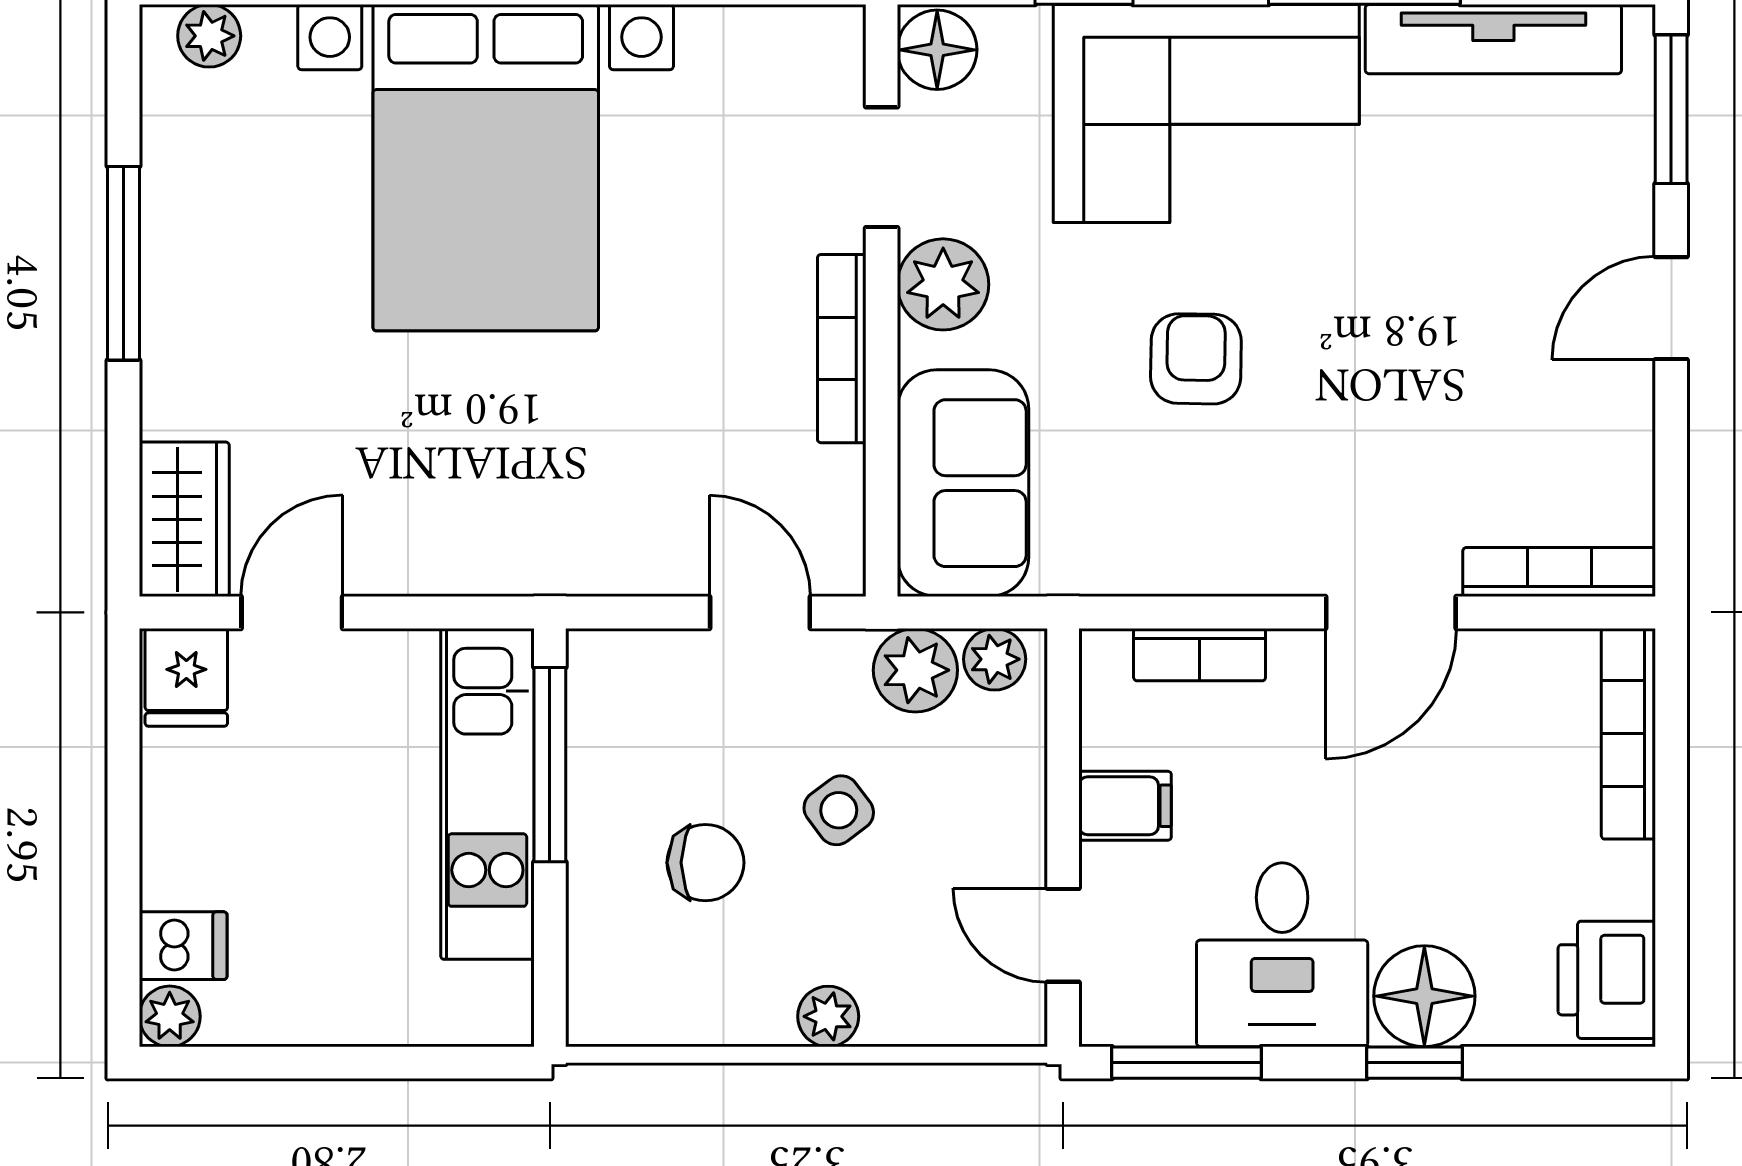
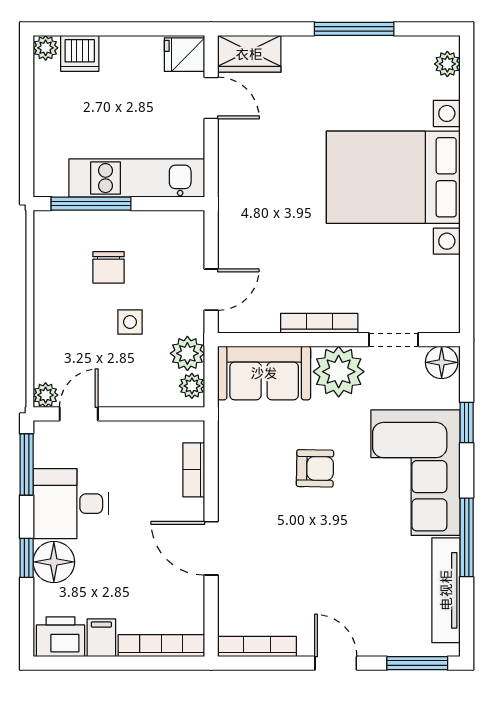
plant: (943, 284) -> (339, 372), width x1.36, depth x1.36
bookcase: (1559, 572) -> (257, 647), moved, turned -90
window: (550, 765) -> (91, 204), moved
filing cabinet: (1125, 806) -> (101, 638), moved, turned 180
side table: (839, 810) -> (130, 322), turned 37
dishwasher: (183, 946) -> (80, 53), width x1.38
plant: (828, 1016) -> (46, 395), moved

